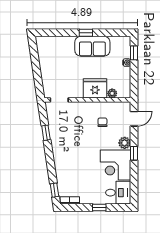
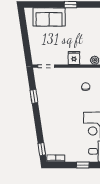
sofa: (92, 46) -> (49, 17), moved
fridge: (95, 88) -> (74, 58), width x0.53, depth x0.75

